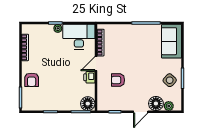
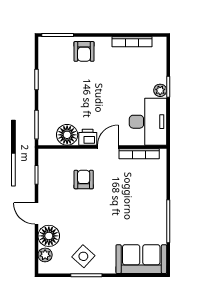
door: (96, 64) -> (108, 147), hinge flipped
armchair: (32, 80) -> (84, 51), turned -90
floor lamp: (88, 104) -> (67, 135), moved

